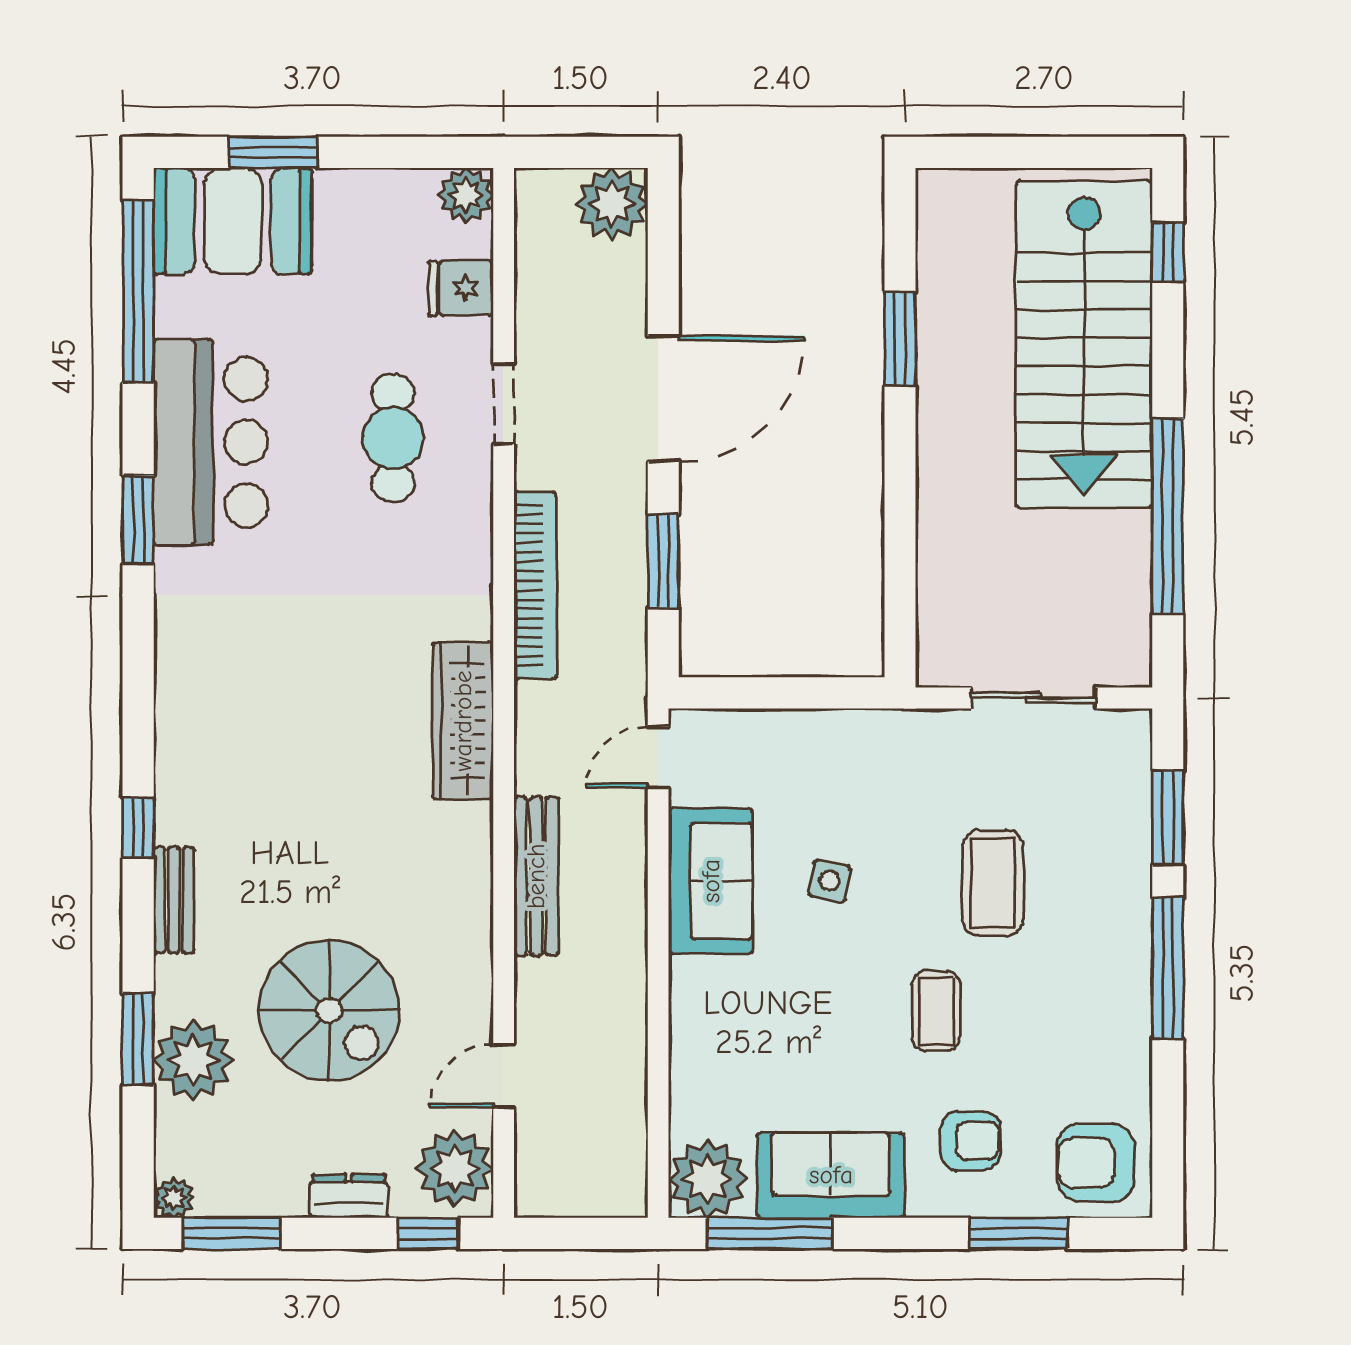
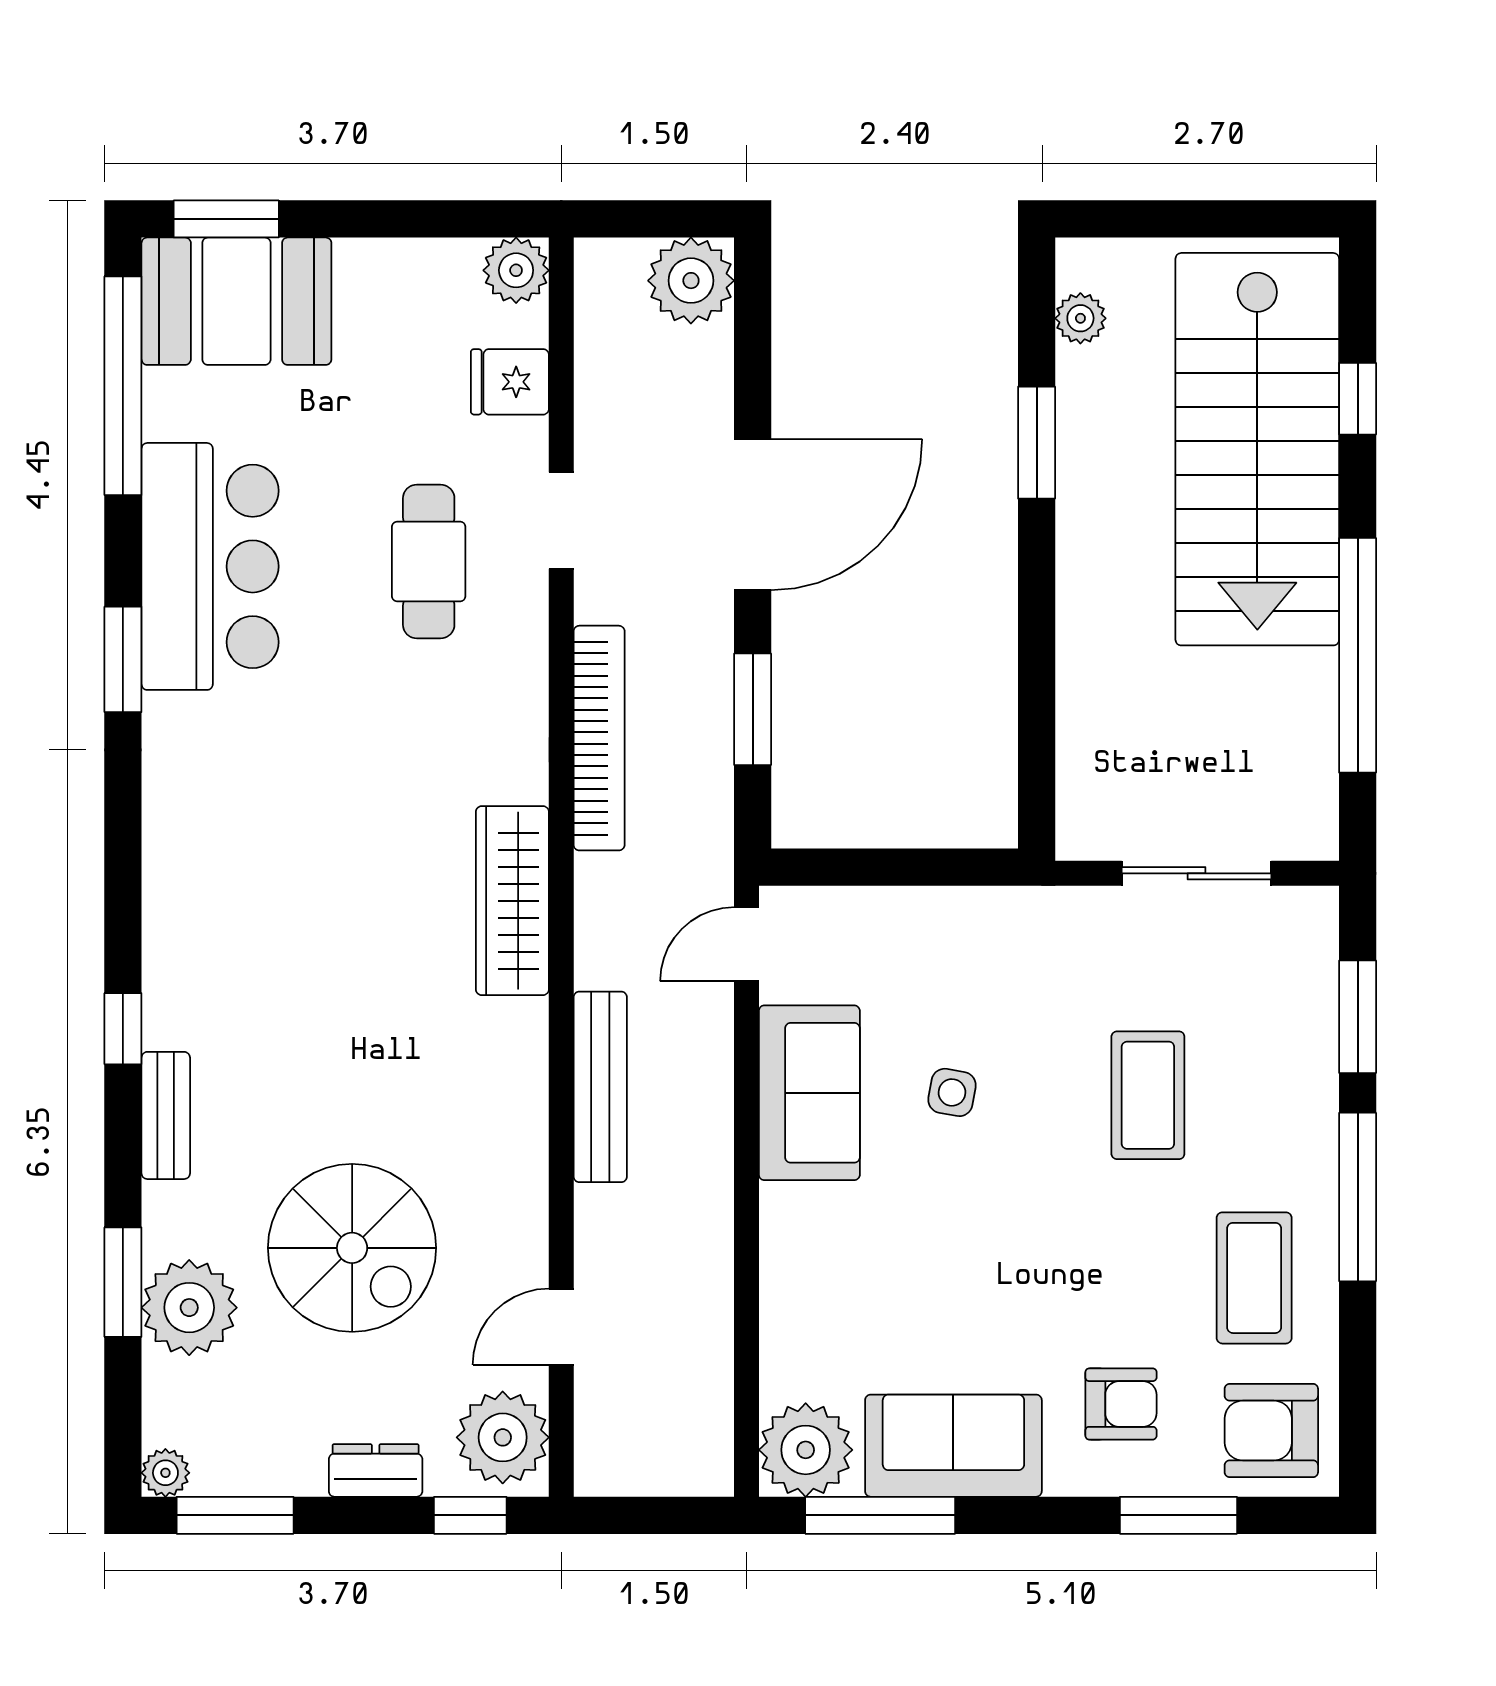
window: (273, 152) -> (226, 219), moved
plant: (937, 235) -> (1080, 318), added
window: (1168, 253) -> (1358, 399), moved
coffee table: (936, 1011) -> (1254, 1278), moved, width x1.36, depth x1.30

